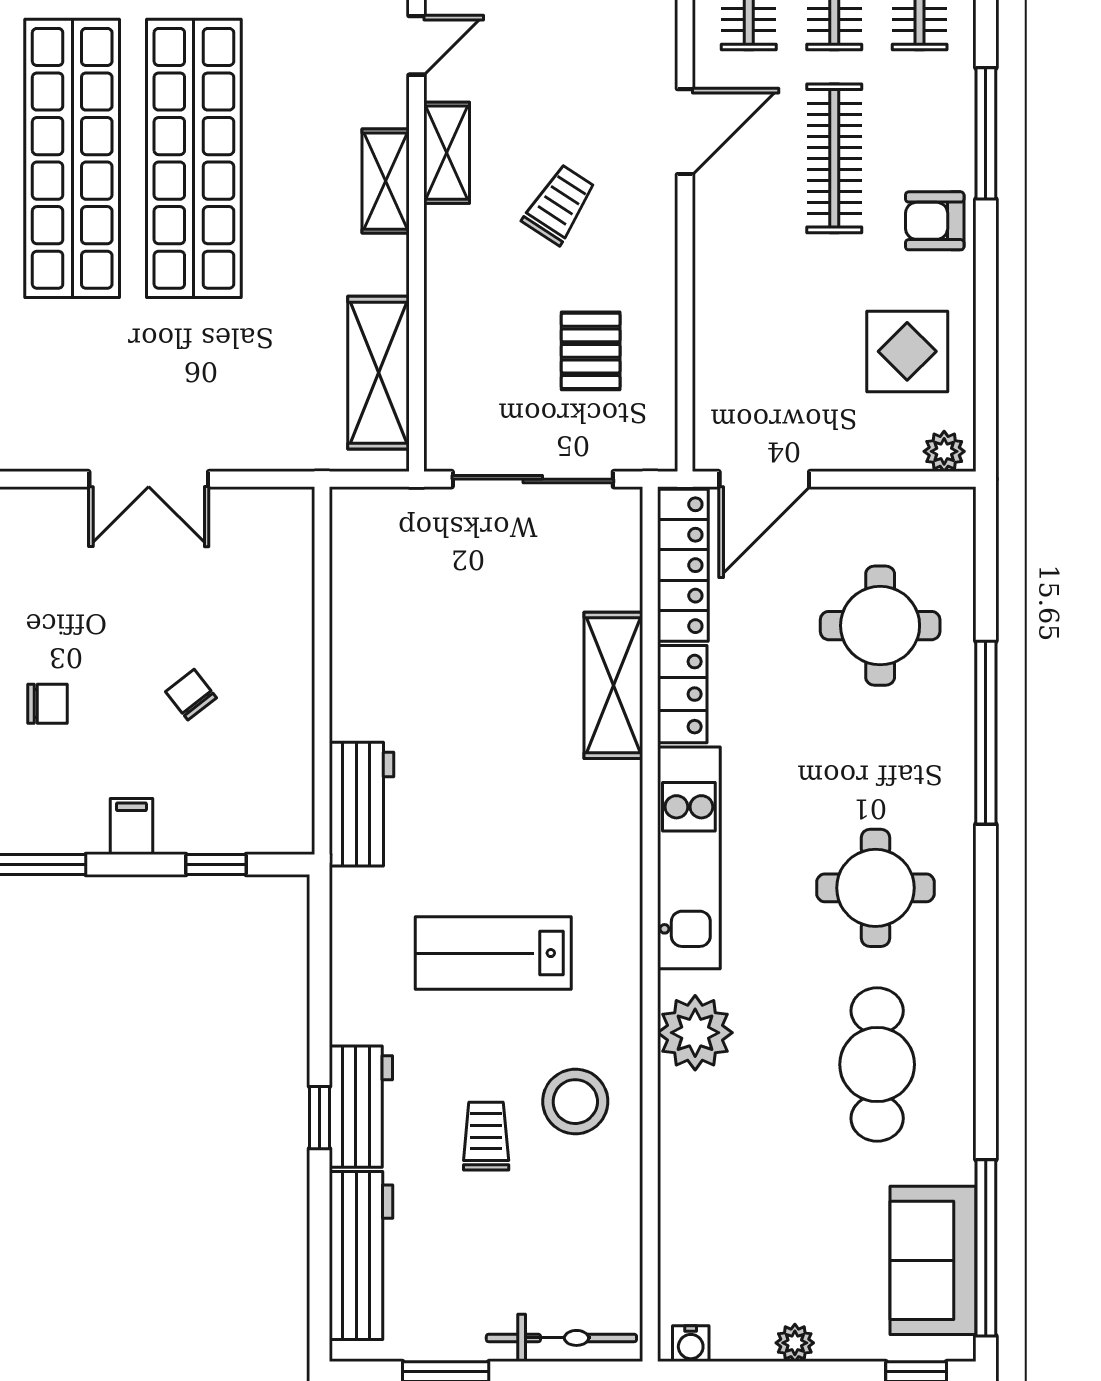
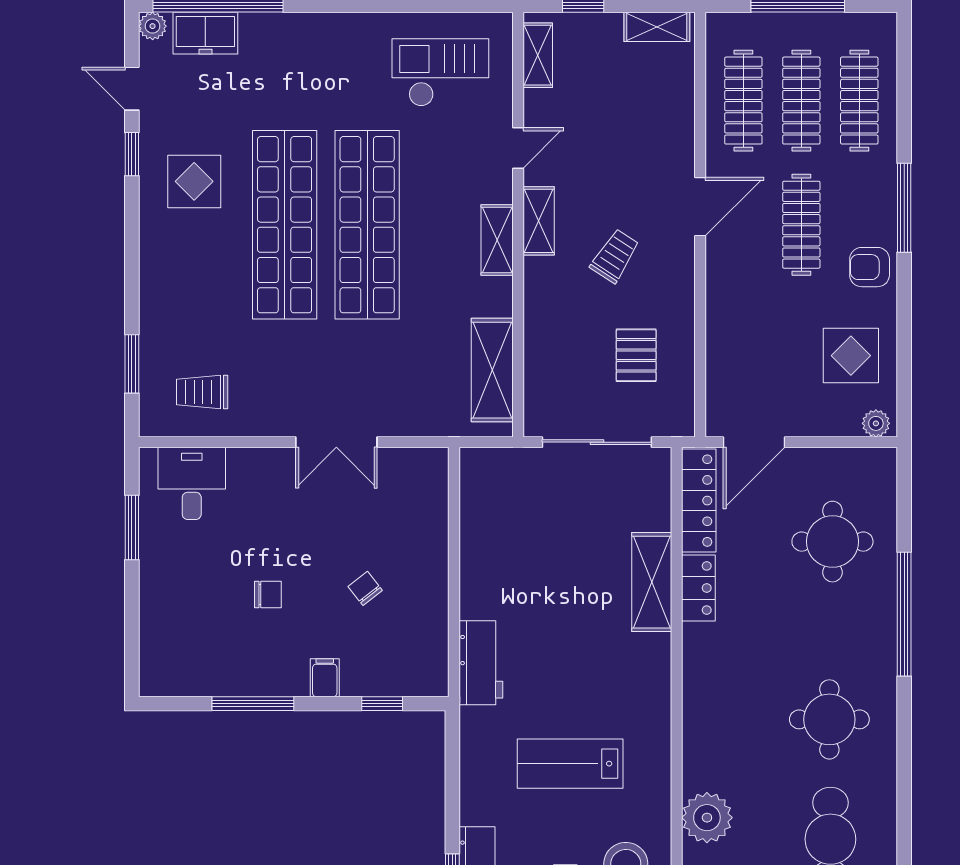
kitchen unit: (689, 858) -> (703, 699), removed

